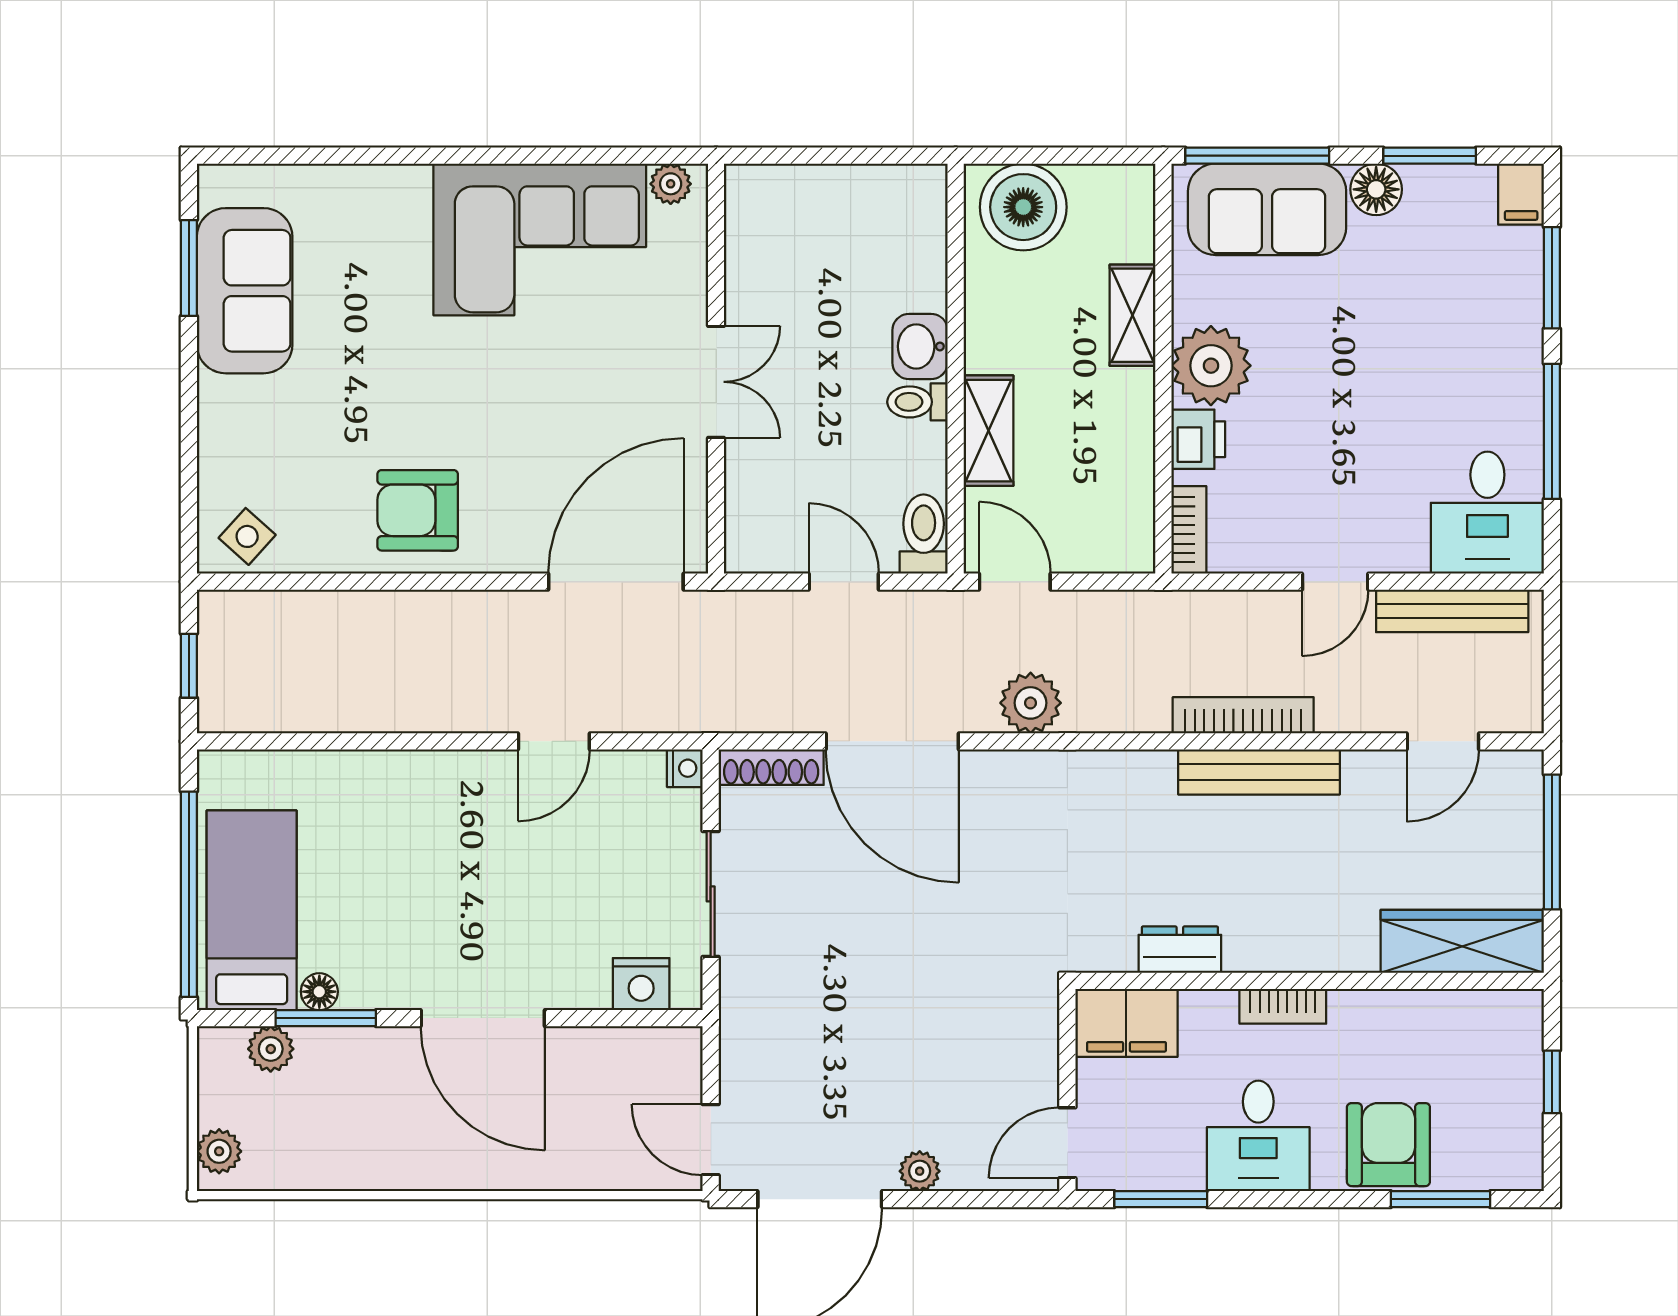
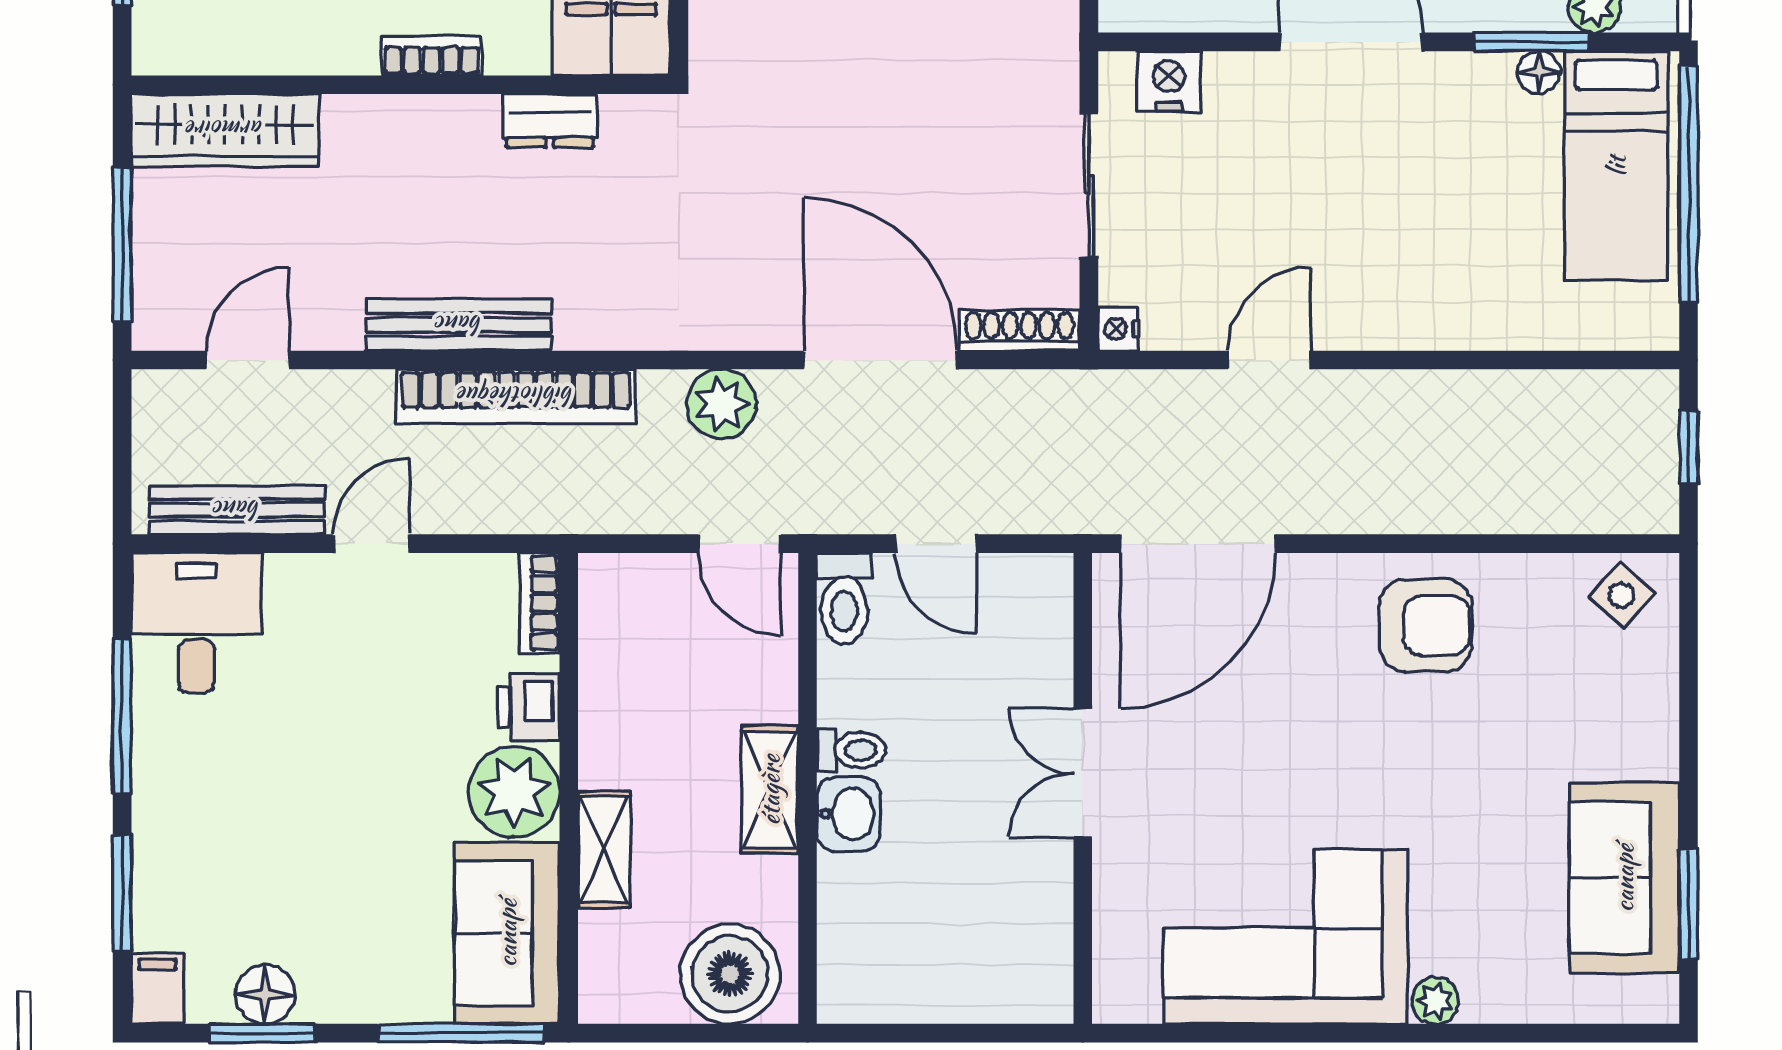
plant: (671, 184) -> (1436, 1001), moved
floor lamp: (1376, 189) -> (265, 994), moved
sofa: (1267, 209) -> (507, 933), moved, turned -90
shelving: (988, 431) -> (770, 790), moved
bookcase: (1243, 715) -> (516, 396), width x1.48, depth x1.31

